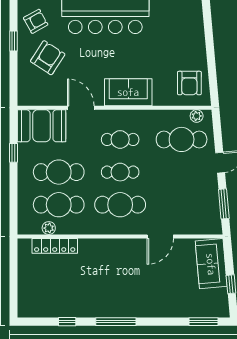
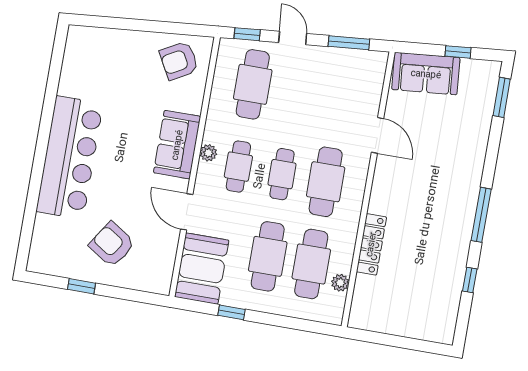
armchair: (36, 21) -> (60, 252), removed
armchair: (189, 83) -> (179, 61), turned 151
door: (81, 108) -> (187, 212), hinge flipped
plant: (197, 116) -> (208, 153), moved
window: (217, 129) -> (247, 34), added
locker: (55, 246) -> (371, 244), moved

